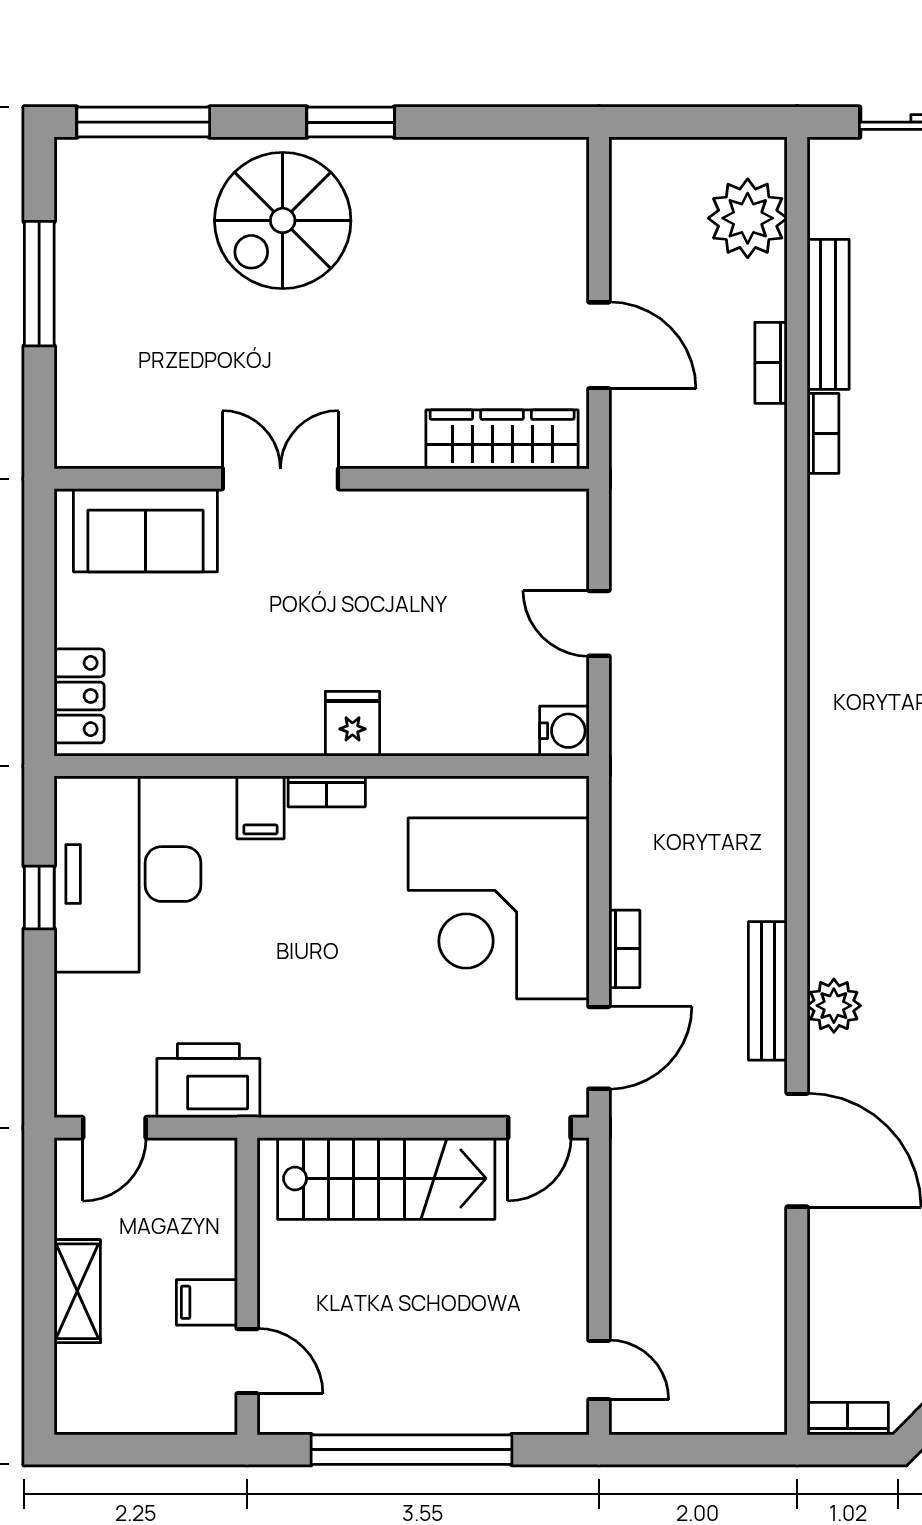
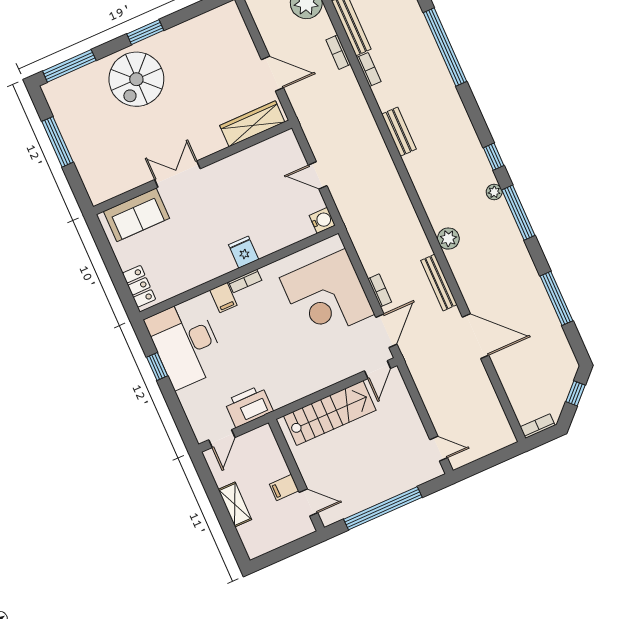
bench: (829, 606) -> (399, 132), added
plant: (834, 1006) -> (448, 239), moved

